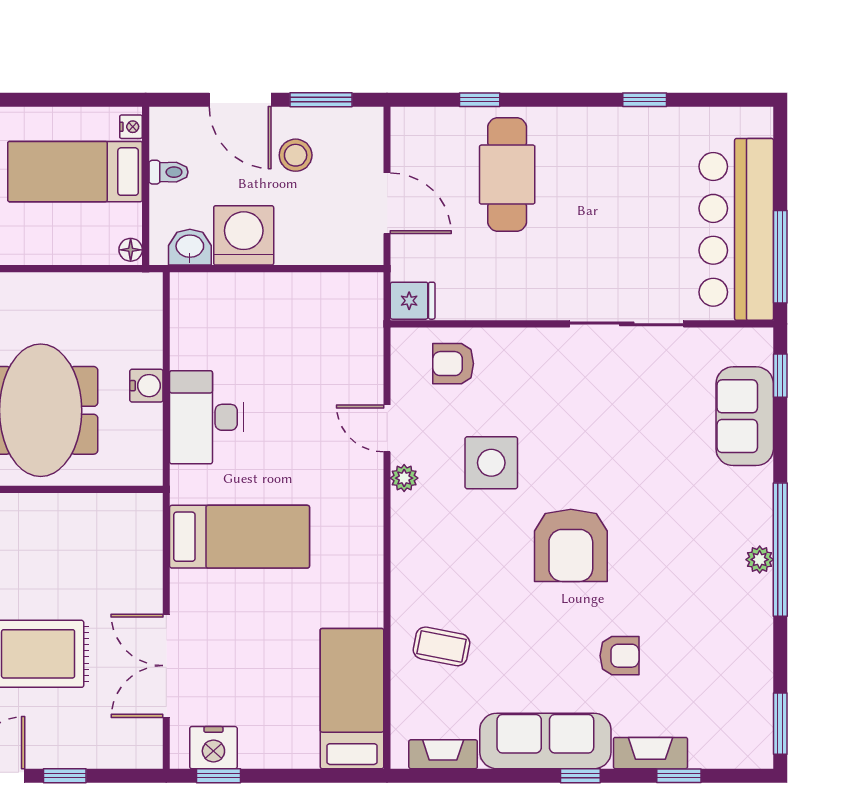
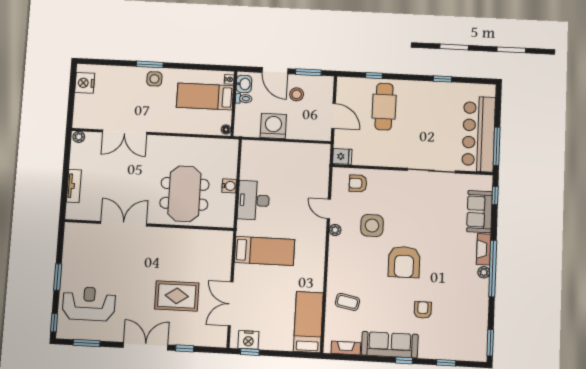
washbasin: (190, 247) -> (244, 84), moved, turned 90
armchair: (619, 656) -> (423, 310), turned -90
fireplace: (650, 753) -> (484, 249), moved, turned -90

